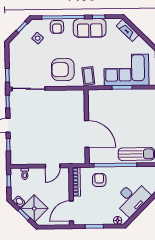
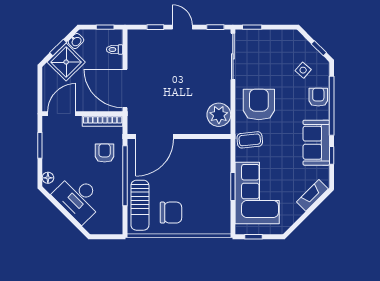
armchair: (57, 27) -> (318, 97), turned 90
plant: (71, 98) -> (219, 115), added
chair: (141, 132) -> (171, 213), added
door: (87, 134) -> (155, 137), moved
door: (53, 166) -> (125, 88), width x1.87
armchair: (99, 180) -> (105, 153), turned -90
door: (71, 211) -> (62, 114), hinge flipped

